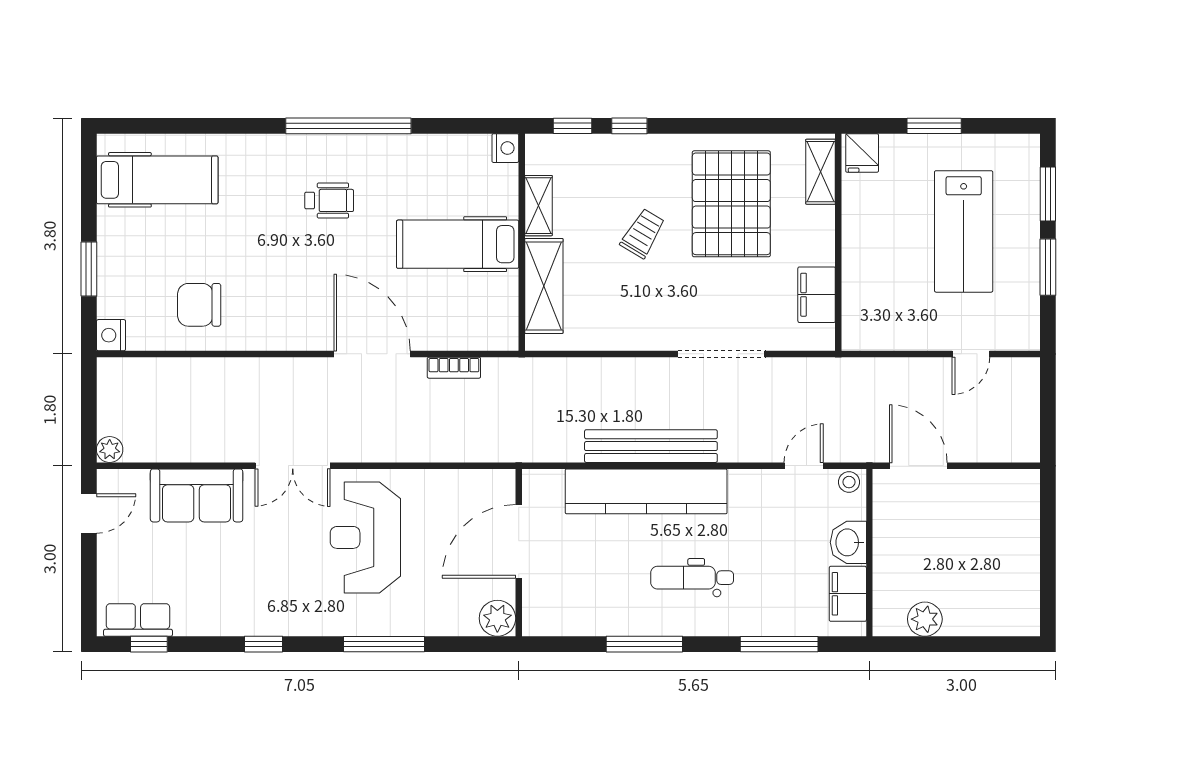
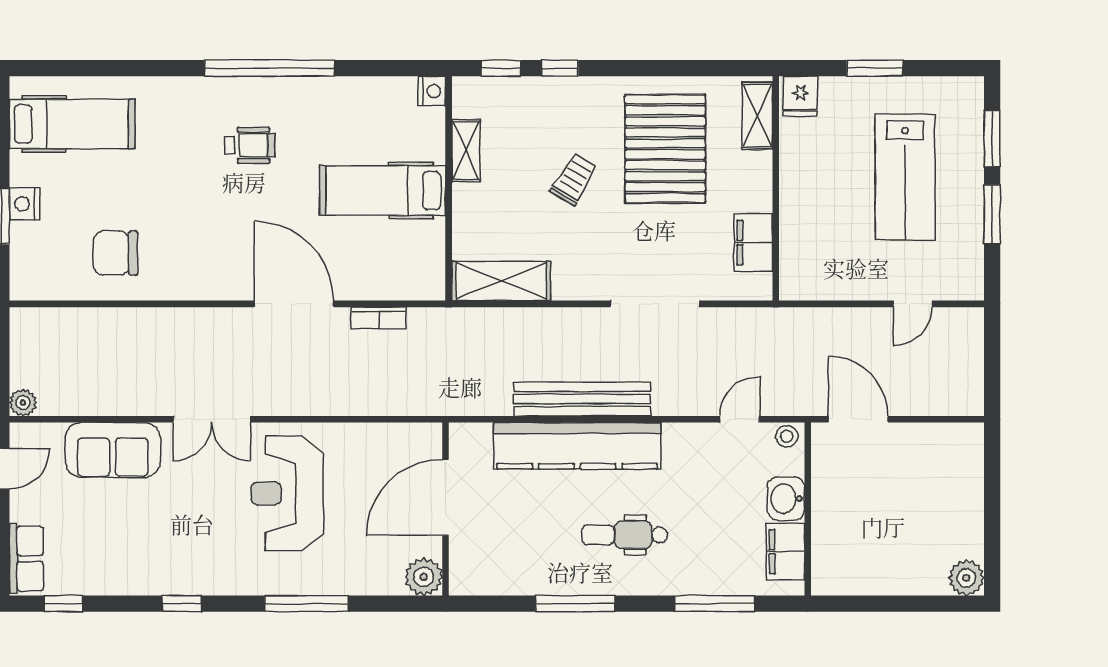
shelving: (544, 286) -> (501, 281), moved, turned 90
nightstand: (111, 335) -> (24, 204), moved
plant: (925, 619) -> (966, 578), moved
row of seats: (138, 620) -> (26, 559), moved, turned 90

